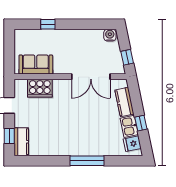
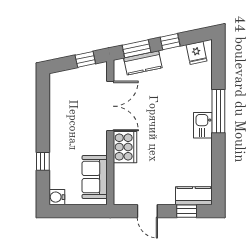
water cooler: (110, 35) -> (57, 197), moved
cooker: (40, 88) -> (125, 147), moved
window: (135, 97) -> (136, 49), added
kitchen sink: (129, 126) -> (203, 125), moved, turned 102

